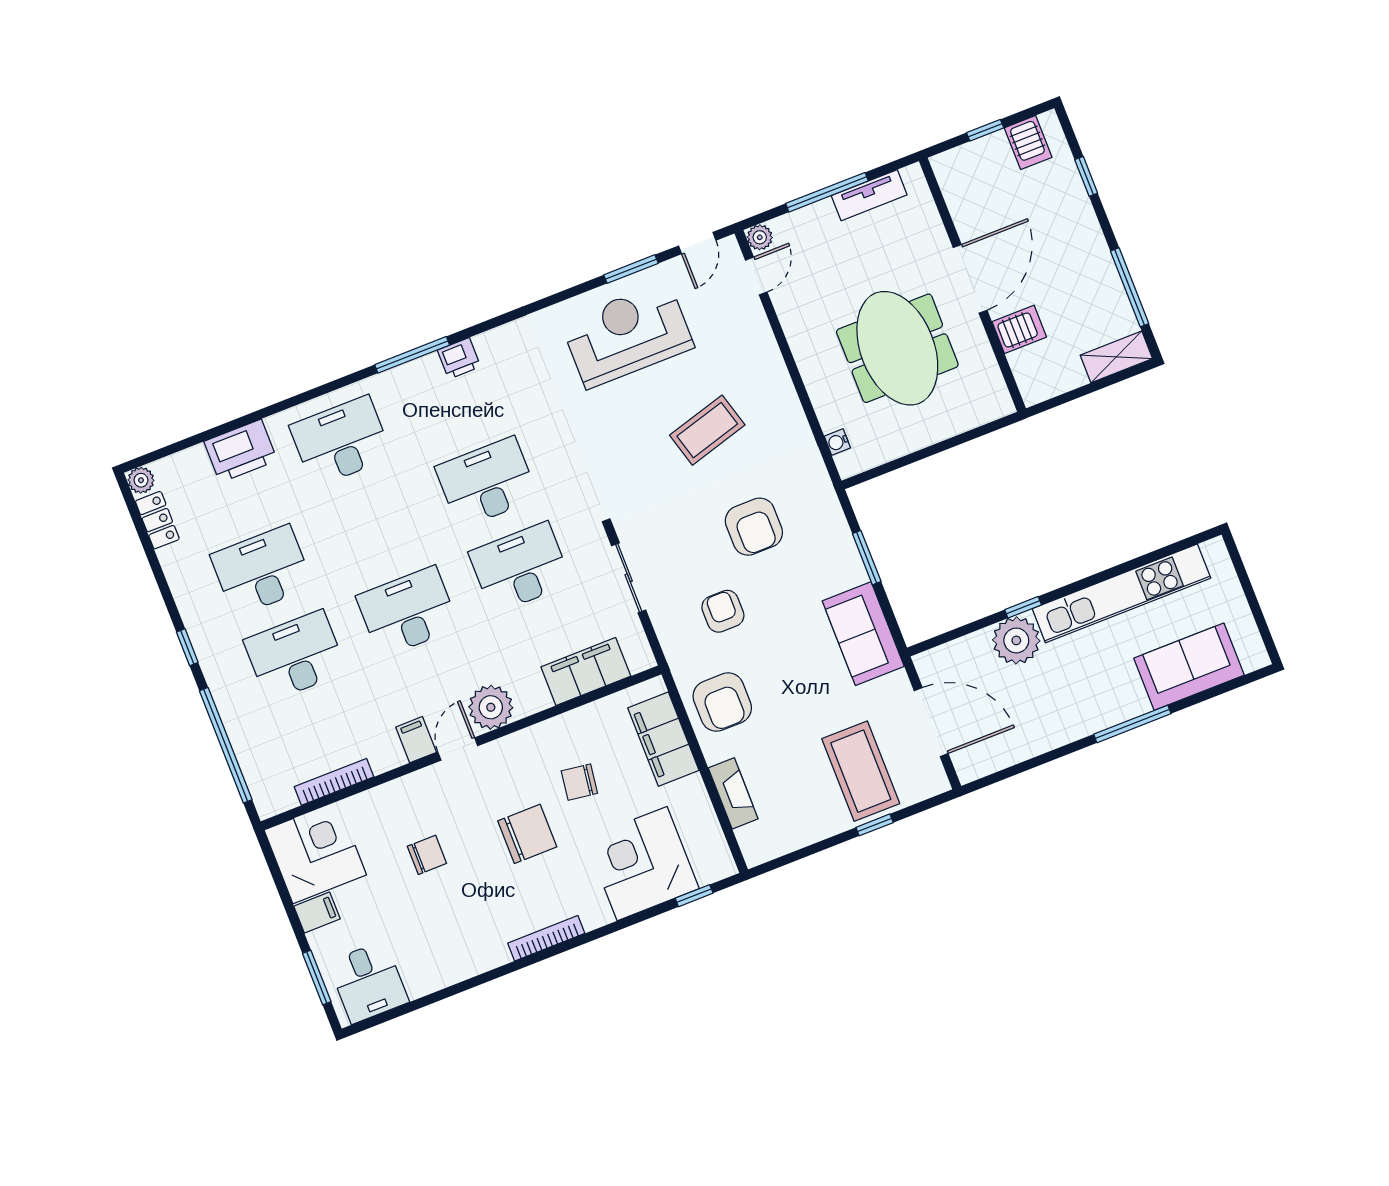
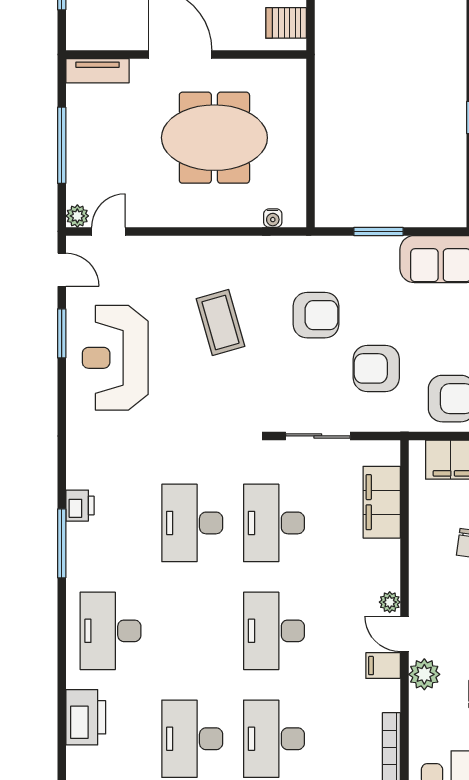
tv unit: (869, 195) -> (98, 71), moved, turned 90
door: (756, 276) -> (108, 231), hinge flipped
server rack: (1019, 329) -> (286, 23), moved, turned -90
armchair: (723, 611) -> (376, 368), width x1.38, depth x1.38
plant: (491, 707) -> (390, 602), width x0.53, depth x0.53
plant: (424, 786) -> (424, 674), added

